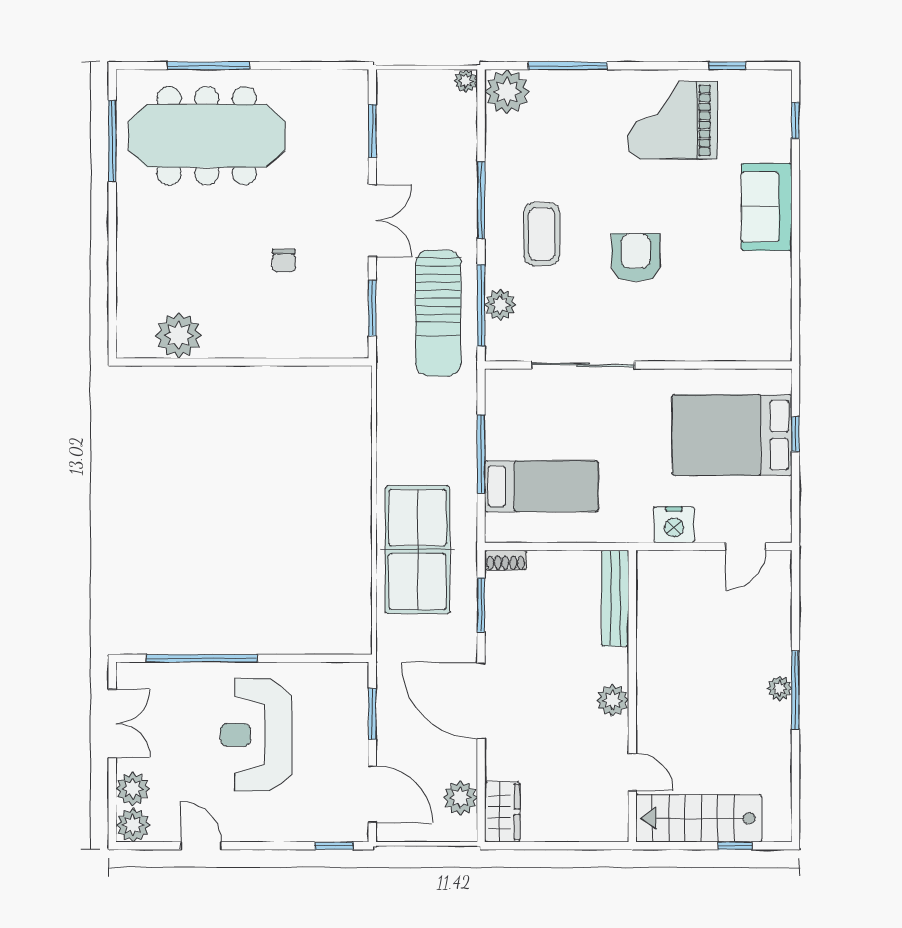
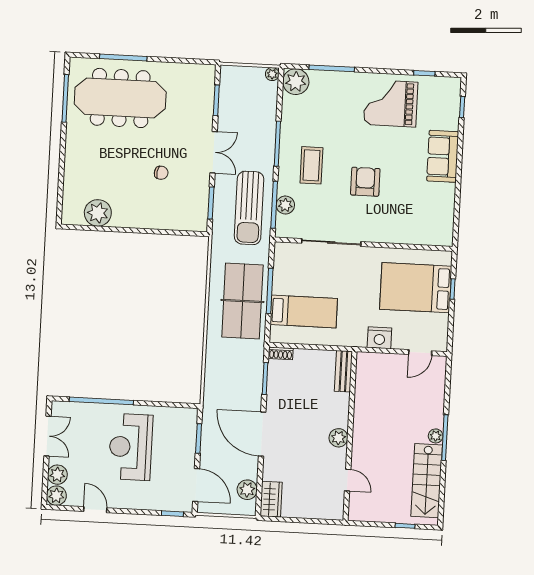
chair: (284, 261) -> (161, 173), turned -82
table tennis table: (417, 550) -> (242, 301), moved
bench: (615, 598) -> (343, 371), width x0.73
stairs: (699, 818) -> (427, 481), moved, turned -90

